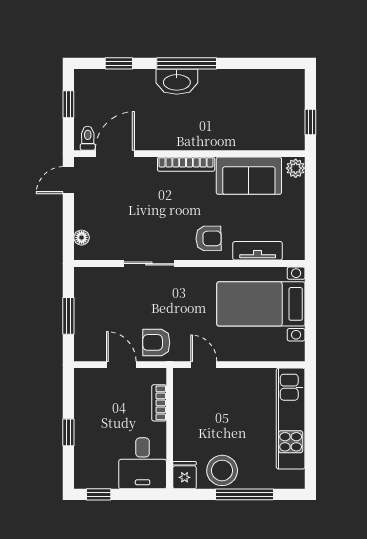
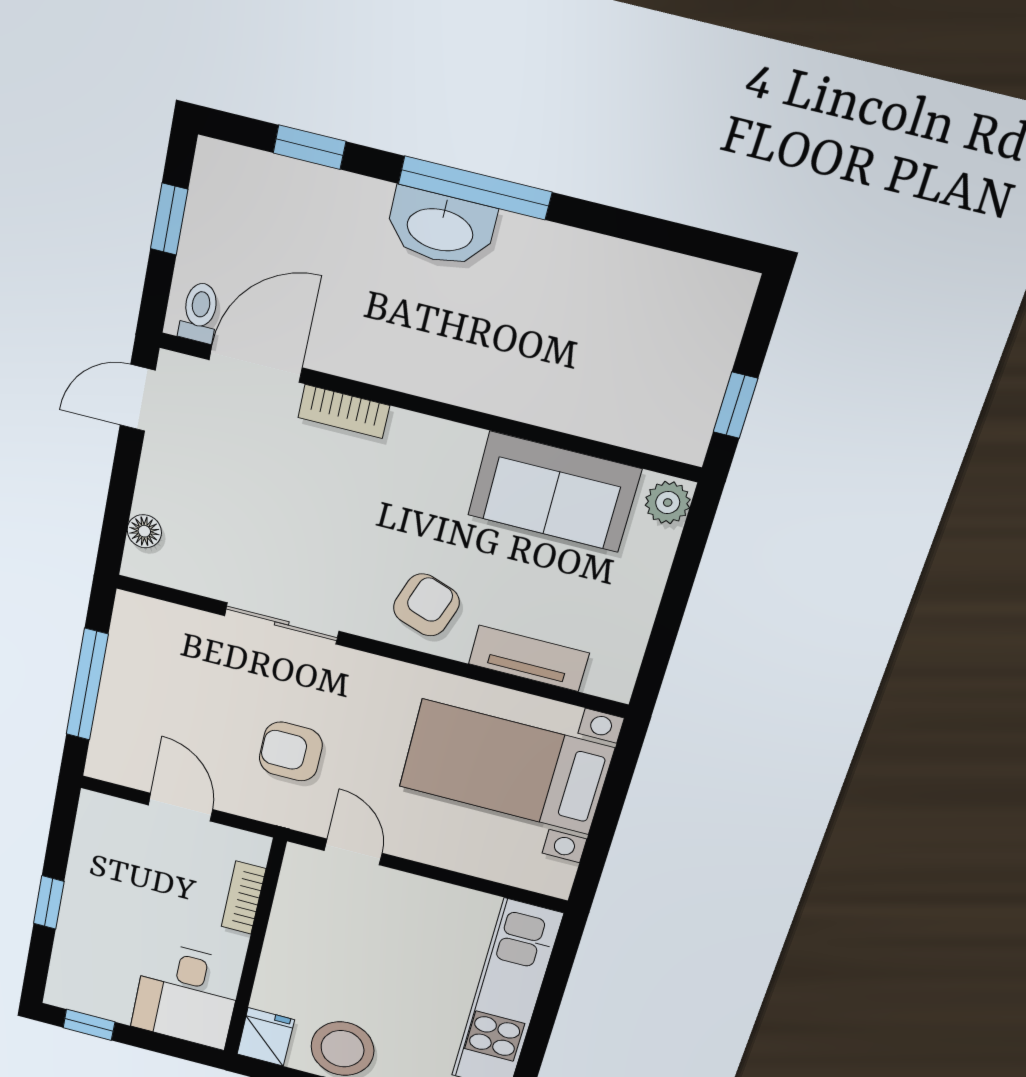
bookcase: (186, 164) -> (344, 412), moved, width x0.64
armchair: (209, 238) -> (426, 605), turned -70
window: (68, 316) -> (87, 685), width x1.44
armchair: (156, 342) -> (291, 752), moved

